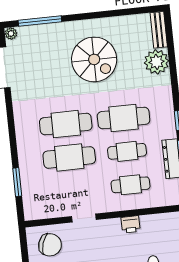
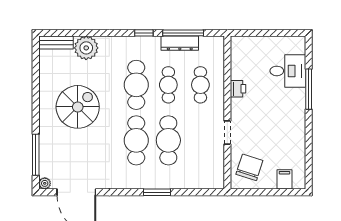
window: (17, 182) -> (157, 192), moved

